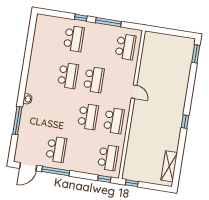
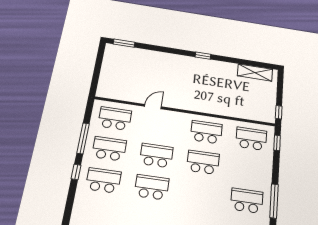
school desk: (100, 43) -> (109, 149), added
door: (134, 92) -> (153, 107), moved

